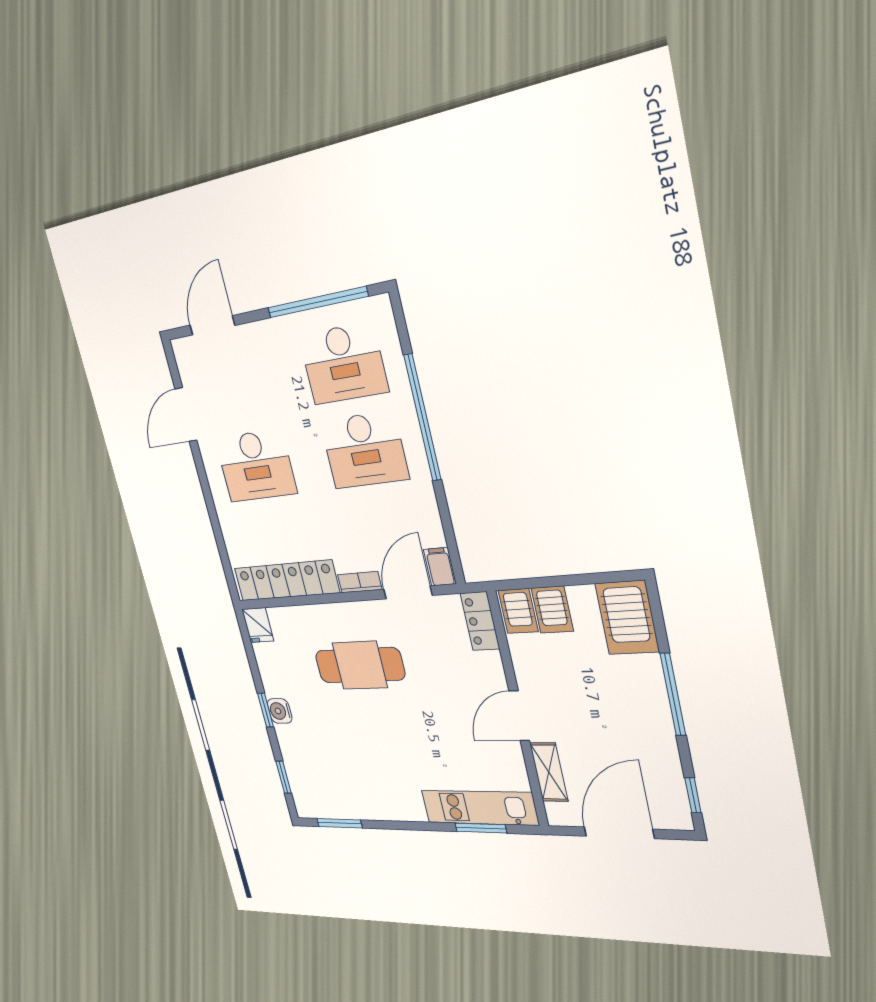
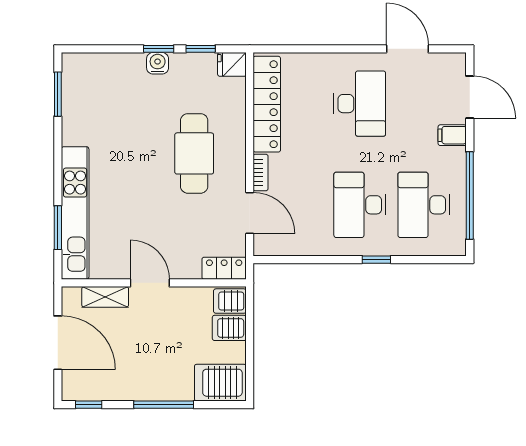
window: (423, 418) -> (376, 260), width x0.32
desk: (256, 466) -> (360, 104), turned 180
filing cabinet: (440, 567) -> (452, 135), moved, turned 180
window: (284, 777) -> (201, 49), moved
kitchen unit: (479, 808) -> (75, 213), width x1.36

